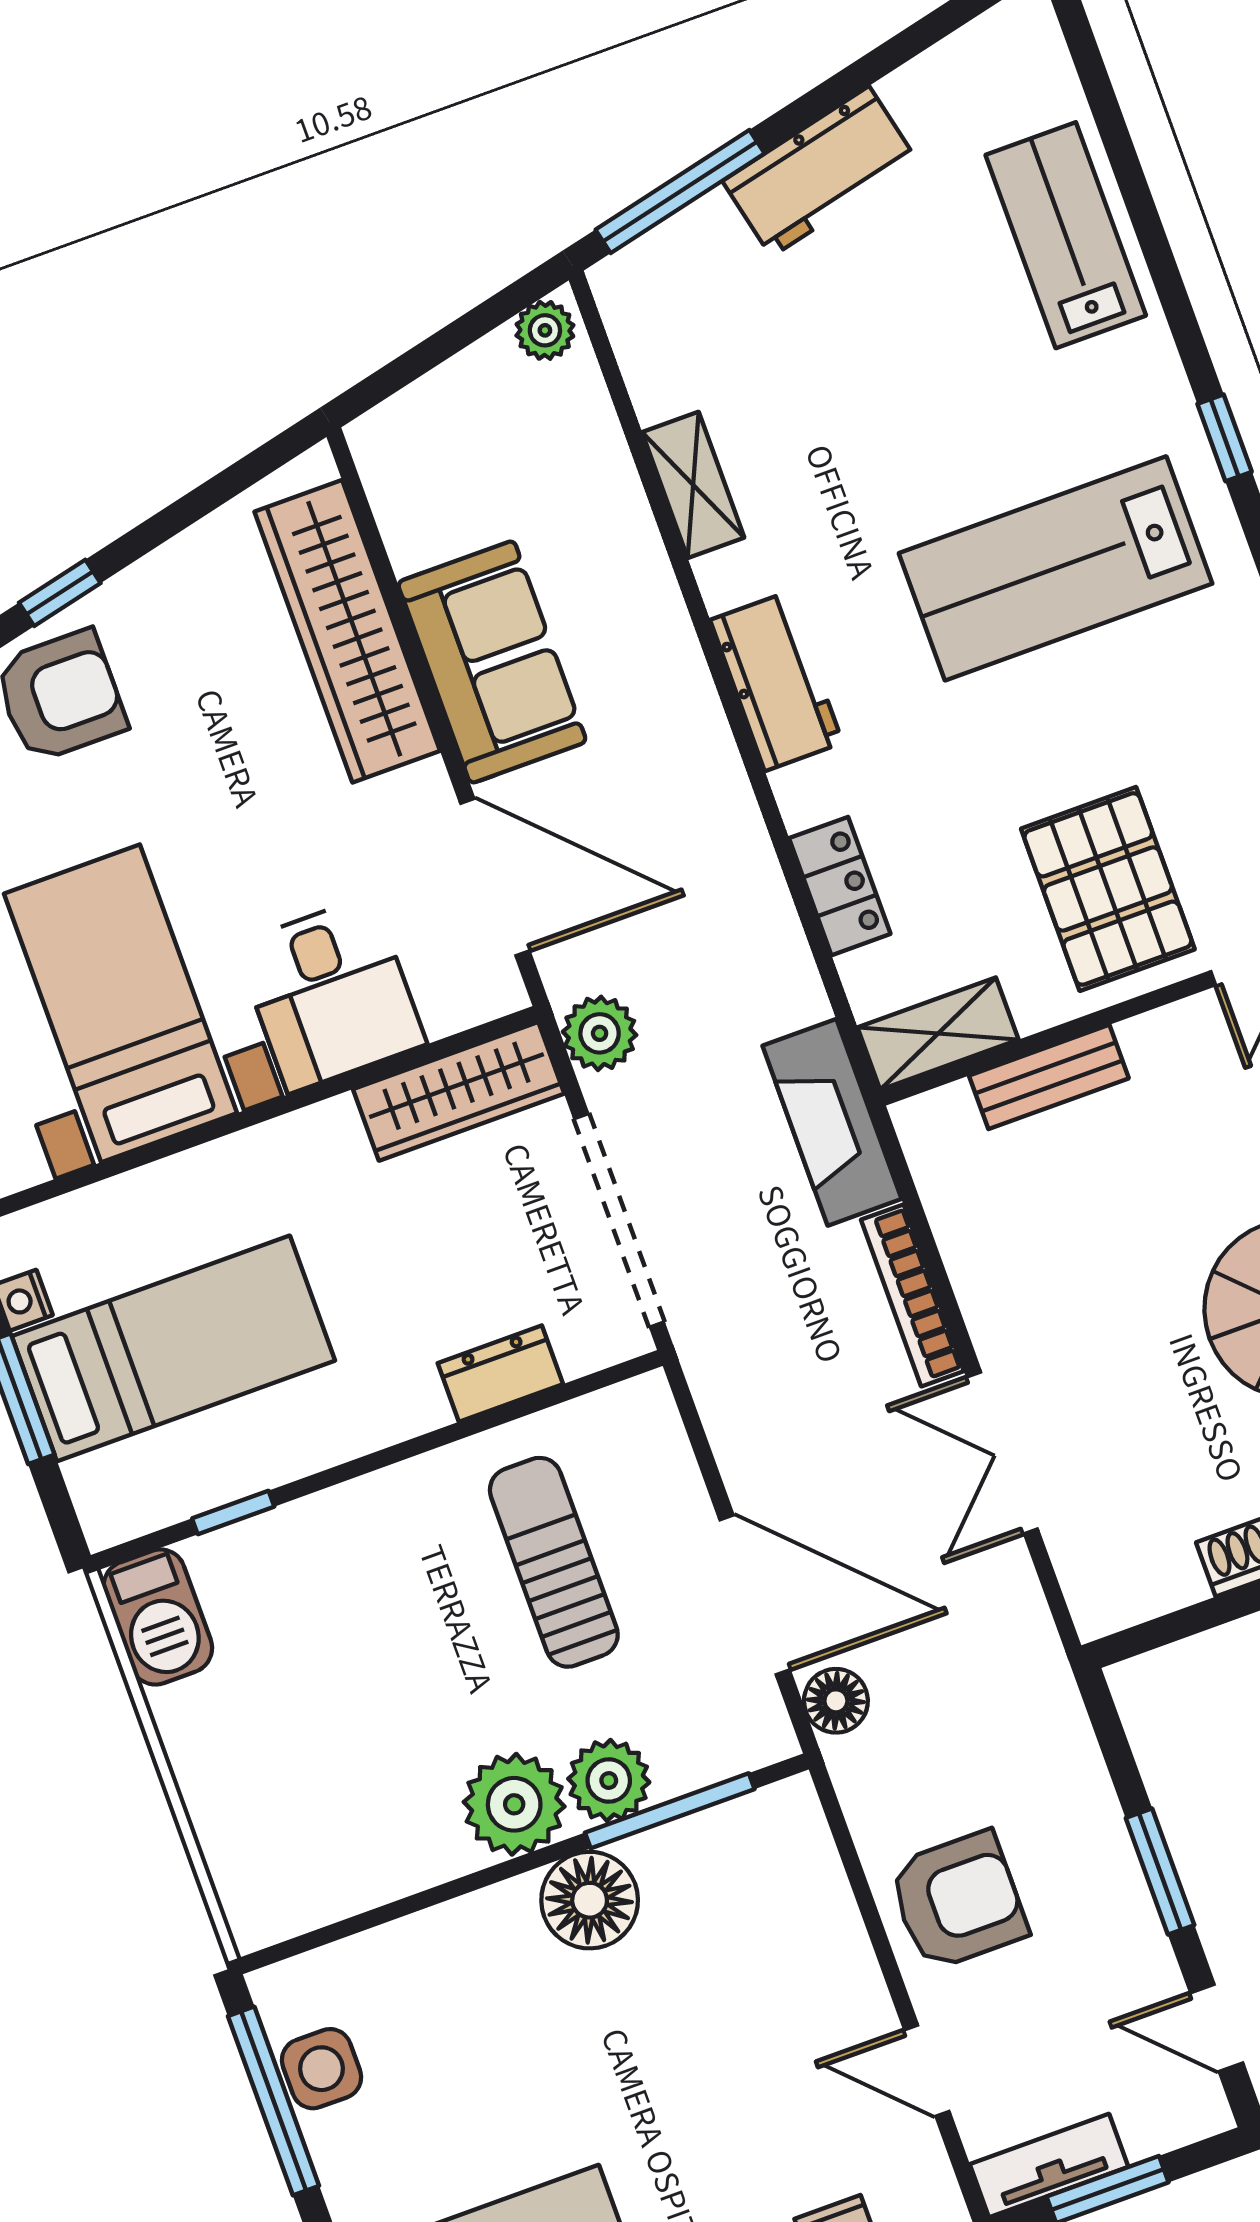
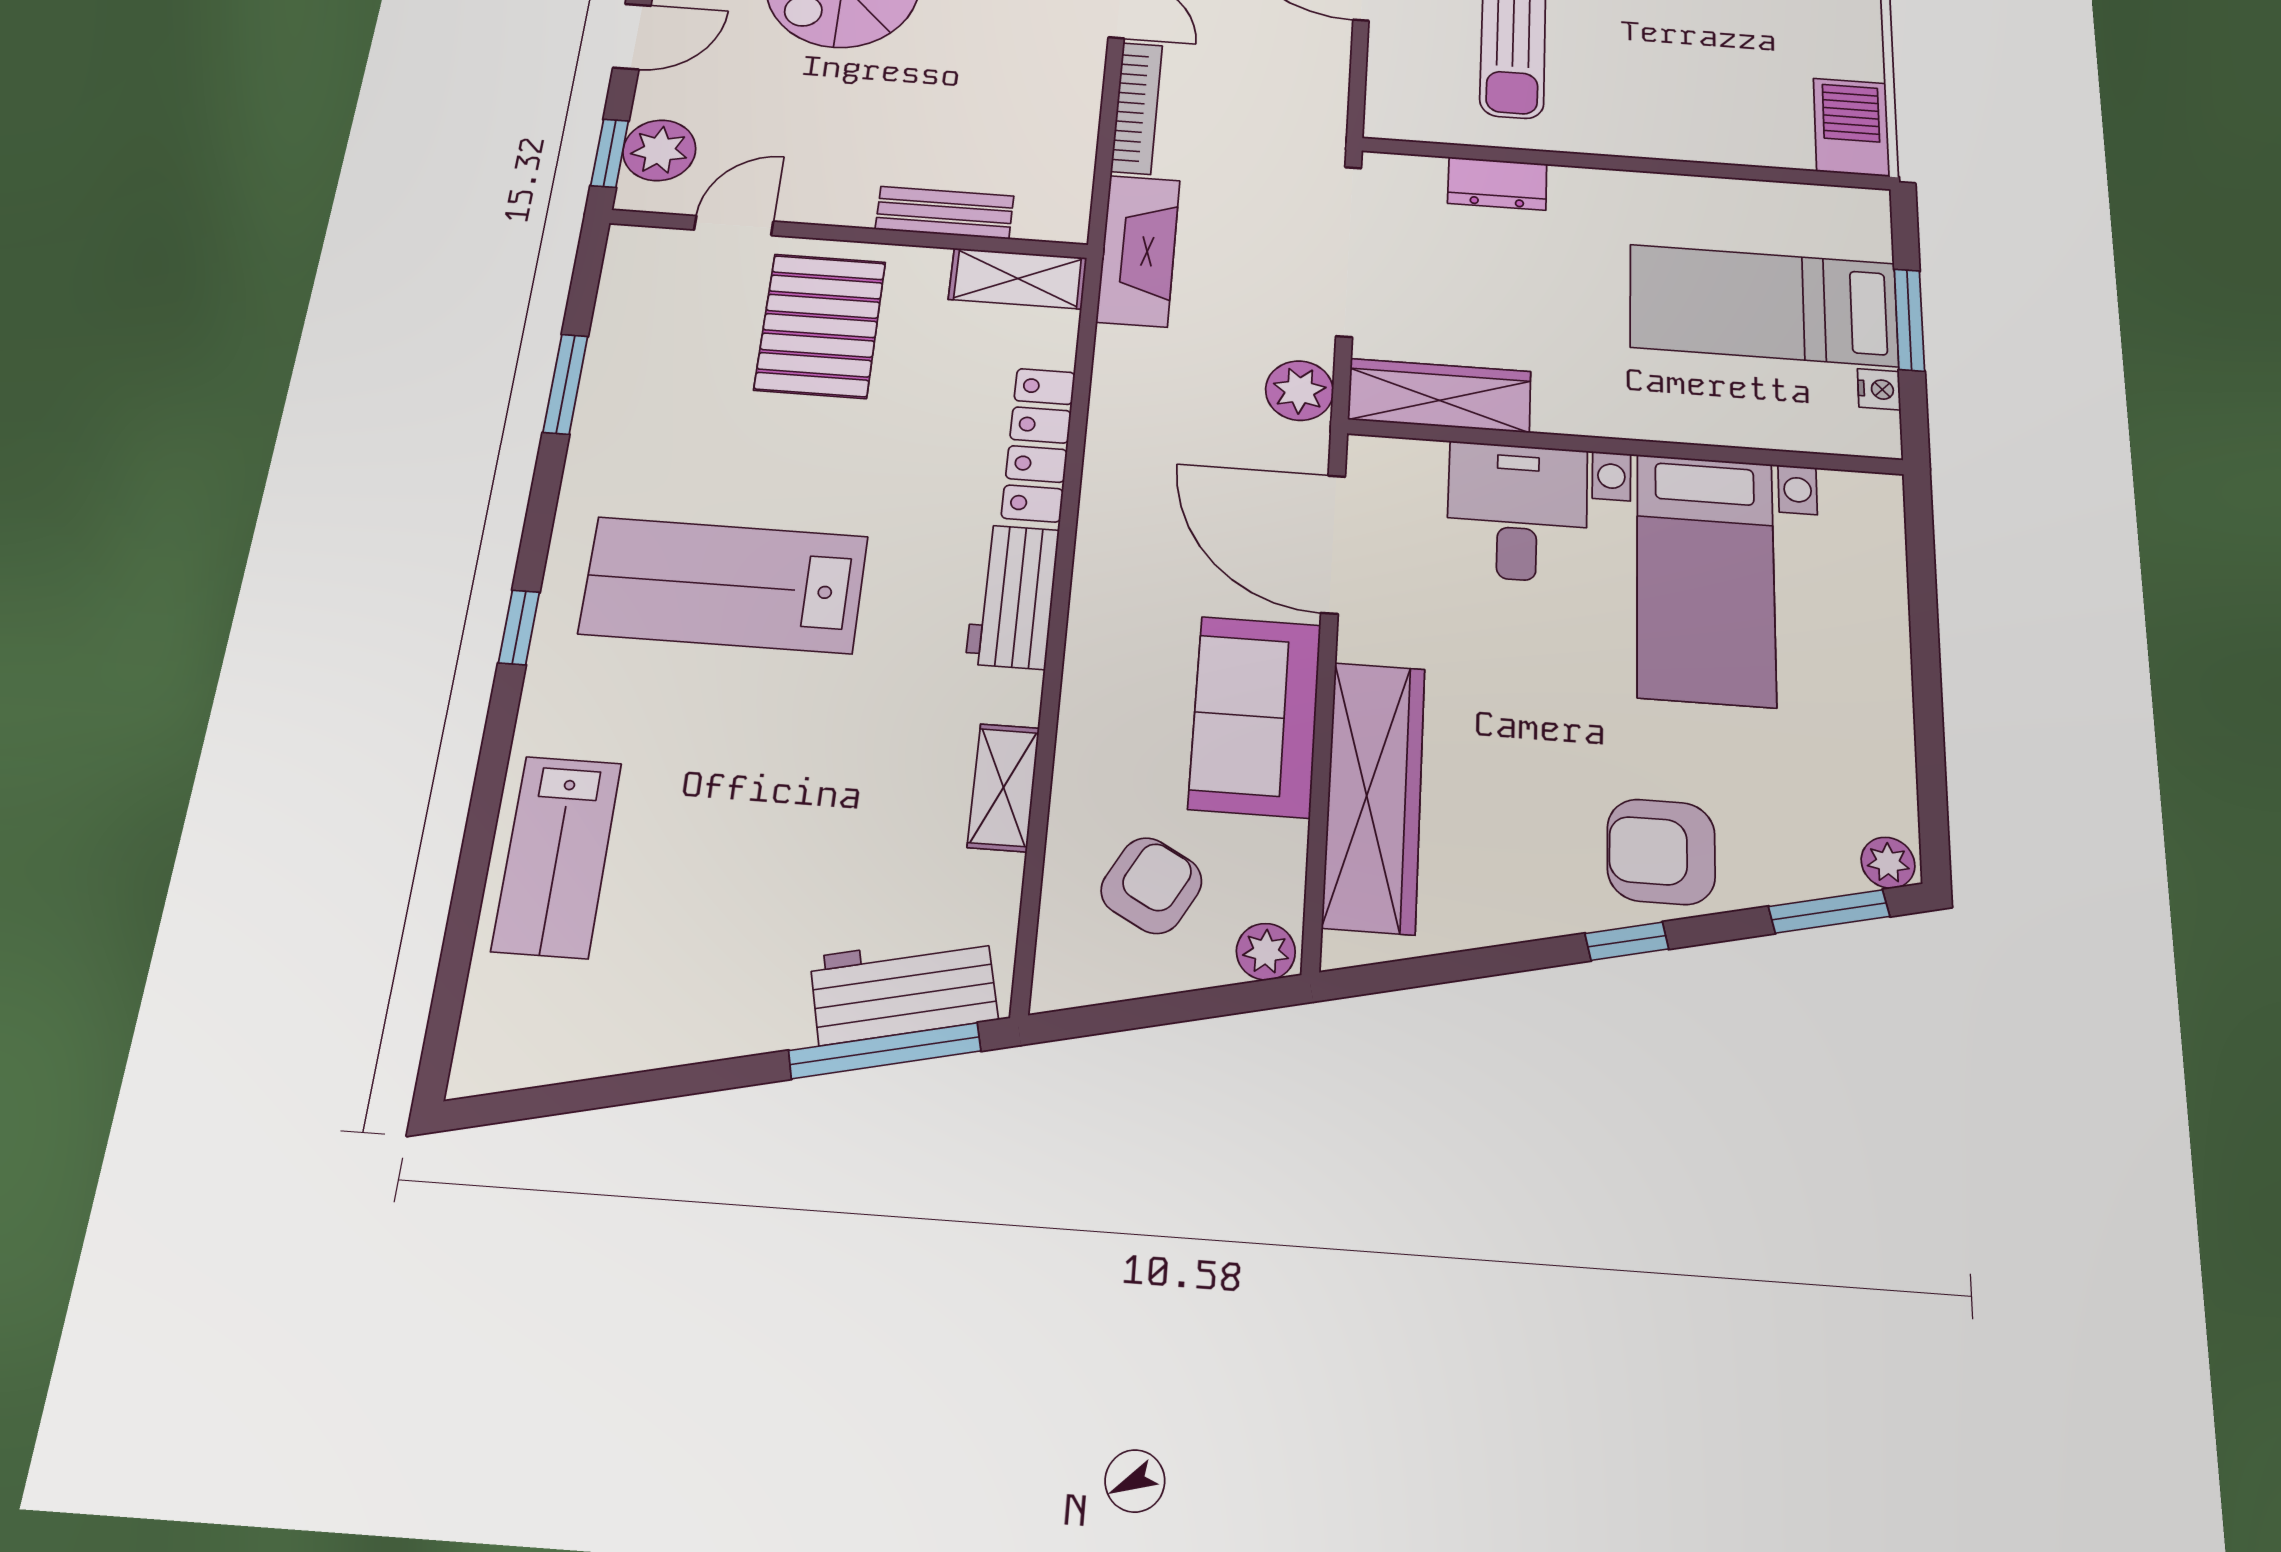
workbench: (820, 171) -> (904, 988), moved
plant: (545, 330) -> (1266, 952), moved
armchair: (514, 451) -> (1151, 886), added
lab bench: (1056, 568) -> (724, 585), turned 180
locker: (840, 886) -> (1039, 444), width x1.53
window: (233, 1512) -> (1760, 173), removed

